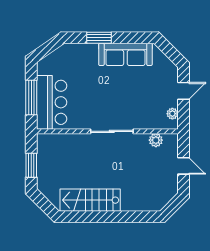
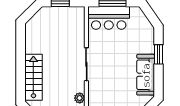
stairs: (90, 200) -> (33, 77), moved

